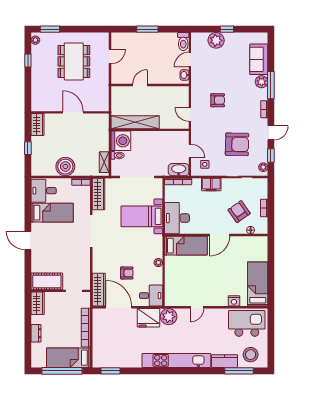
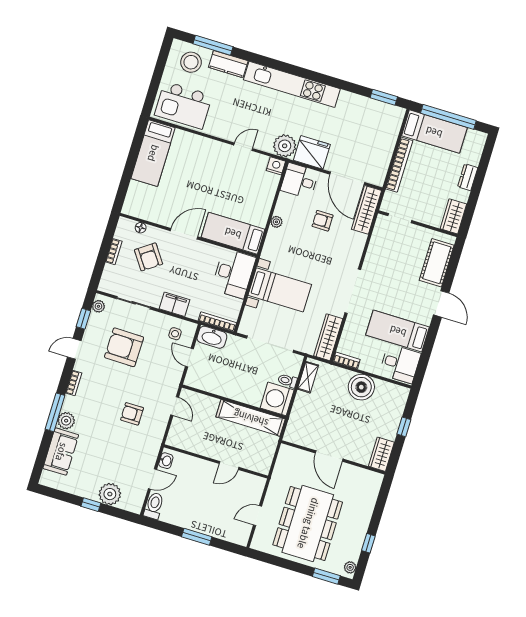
dining table: (74, 61) -> (308, 523), width x1.36, depth x1.24
cot: (47, 281) -> (437, 263), moved, turned 90
nightstand: (234, 301) -> (276, 166), moved

